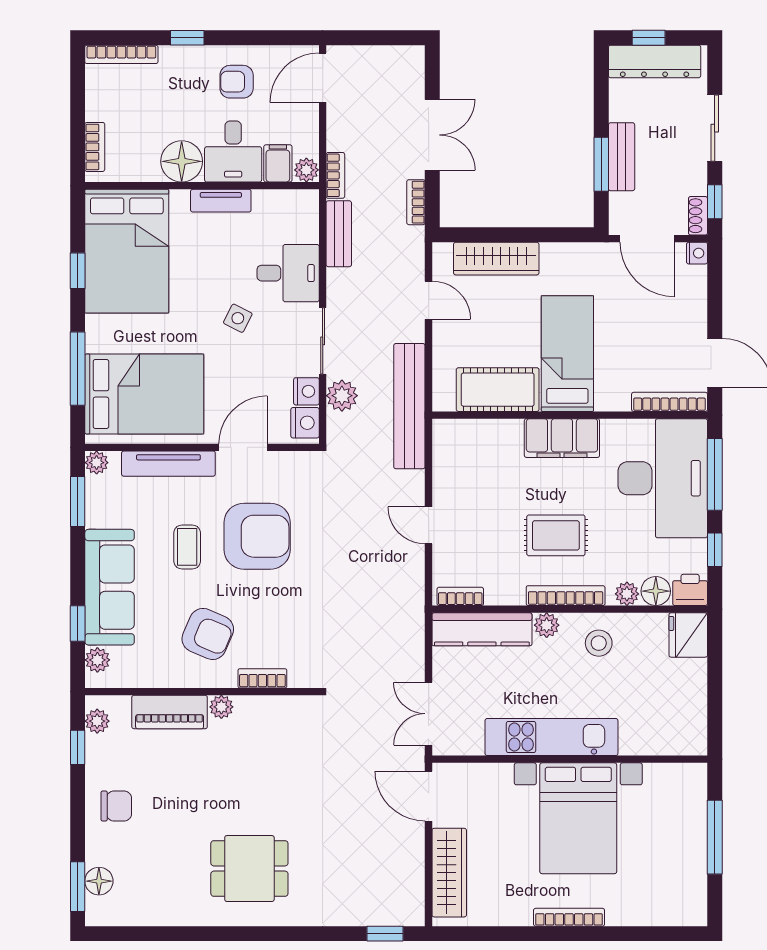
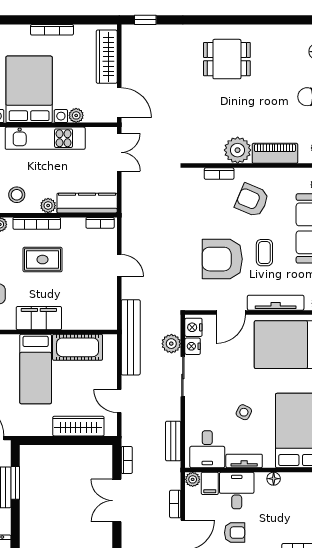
floor lamp: (182, 161) -> (274, 479), width x0.53, depth x0.53
bookcase: (335, 175) -> (175, 504), moved
desk: (288, 273) -> (207, 449), moved, turned -90
side table: (238, 318) -> (244, 412), moved
plant: (221, 707) -> (238, 150), width x1.88, depth x1.88
plant: (500, 775) -> (76, 115), added
bookcase: (569, 917) -> (52, 30), moved

